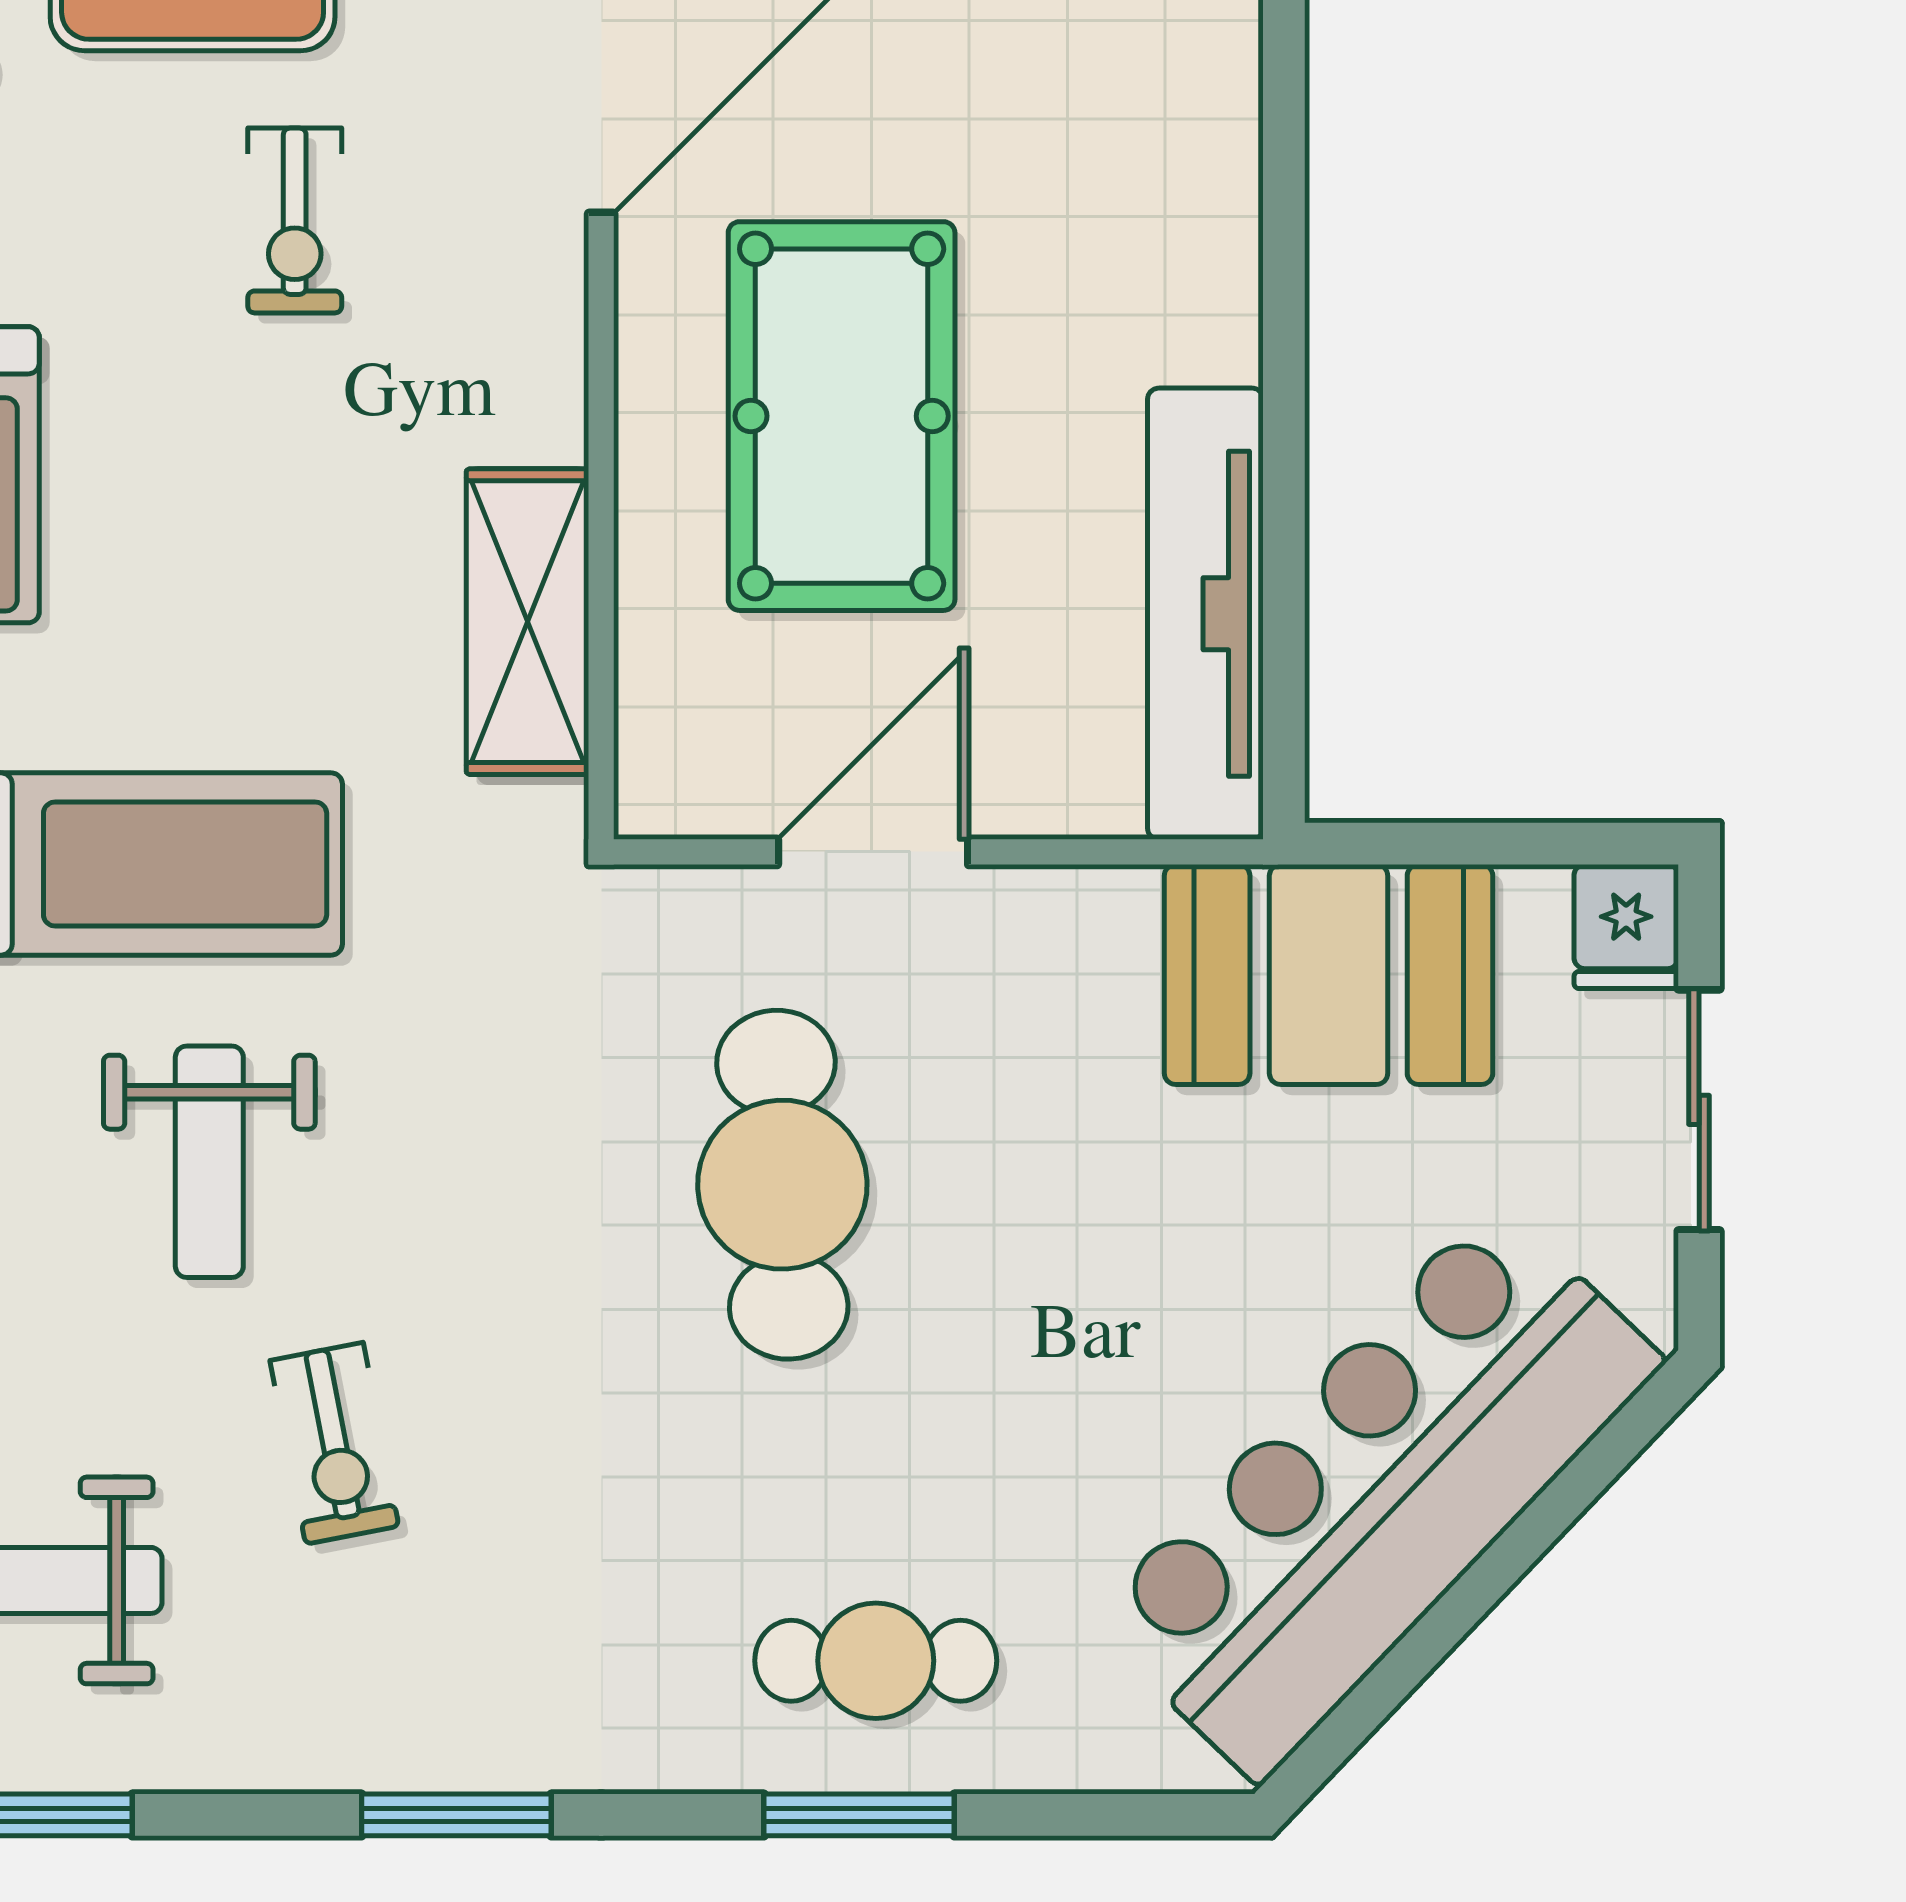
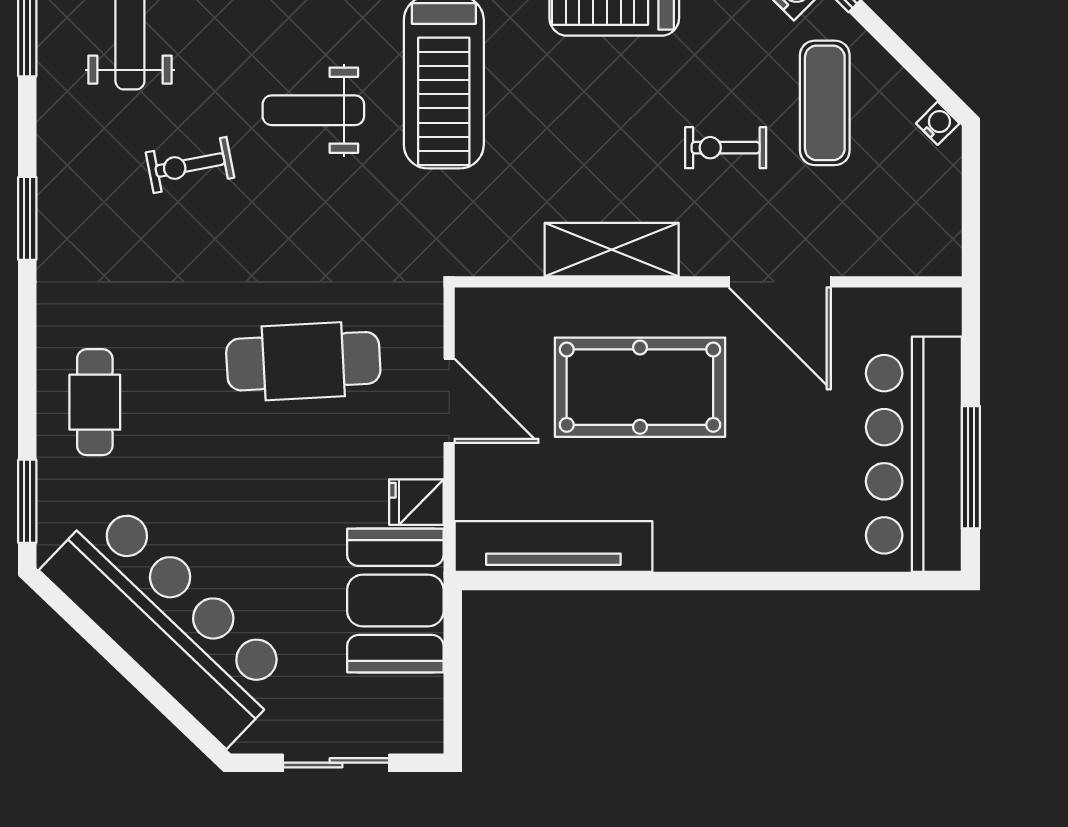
shelving: (527, 622) -> (612, 250), moved
fridge: (1626, 927) -> (416, 502), moved
window: (859, 1815) -> (27, 501), moved

